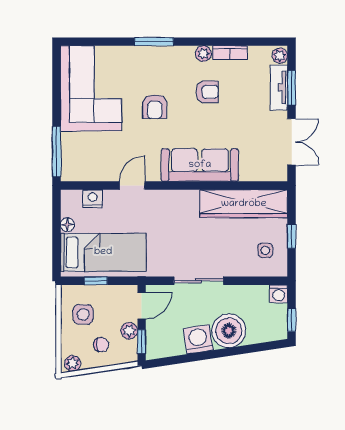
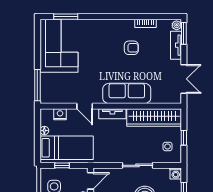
window: (154, 42) -> (66, 17), moved
plant: (203, 54) -> (129, 24), removed
window: (292, 88) -> (184, 33), moved
armchair: (155, 107) -> (99, 57), removed
door: (132, 185) -> (85, 106), swing flipped
tv unit: (177, 198) -> (112, 114), added
sliding door: (199, 281) -> (138, 165), moved

